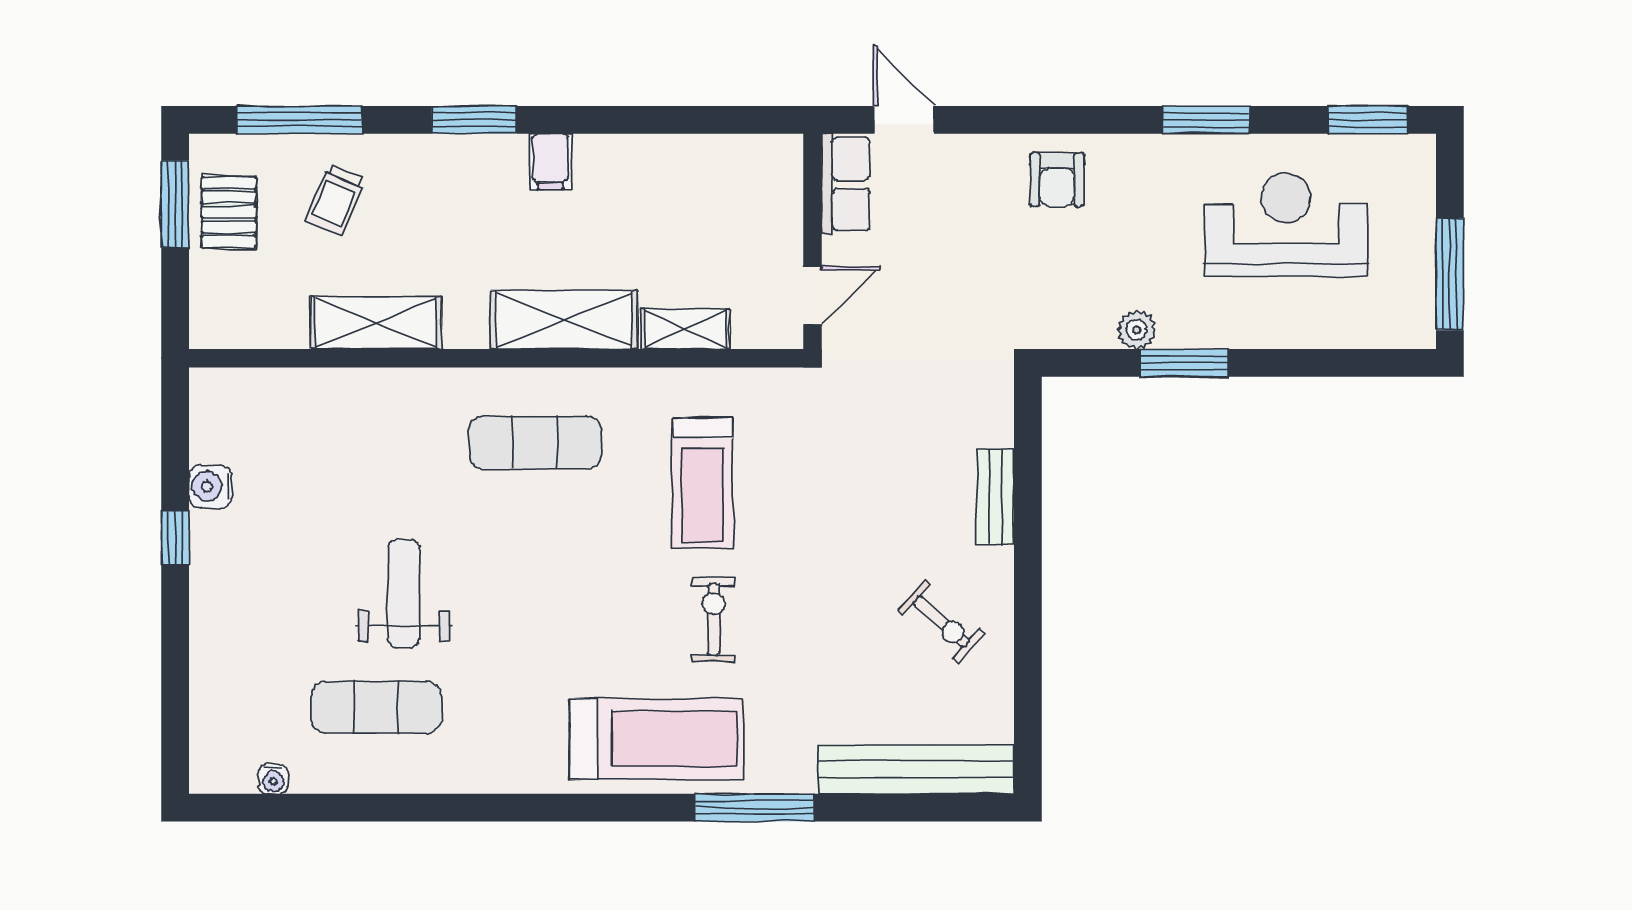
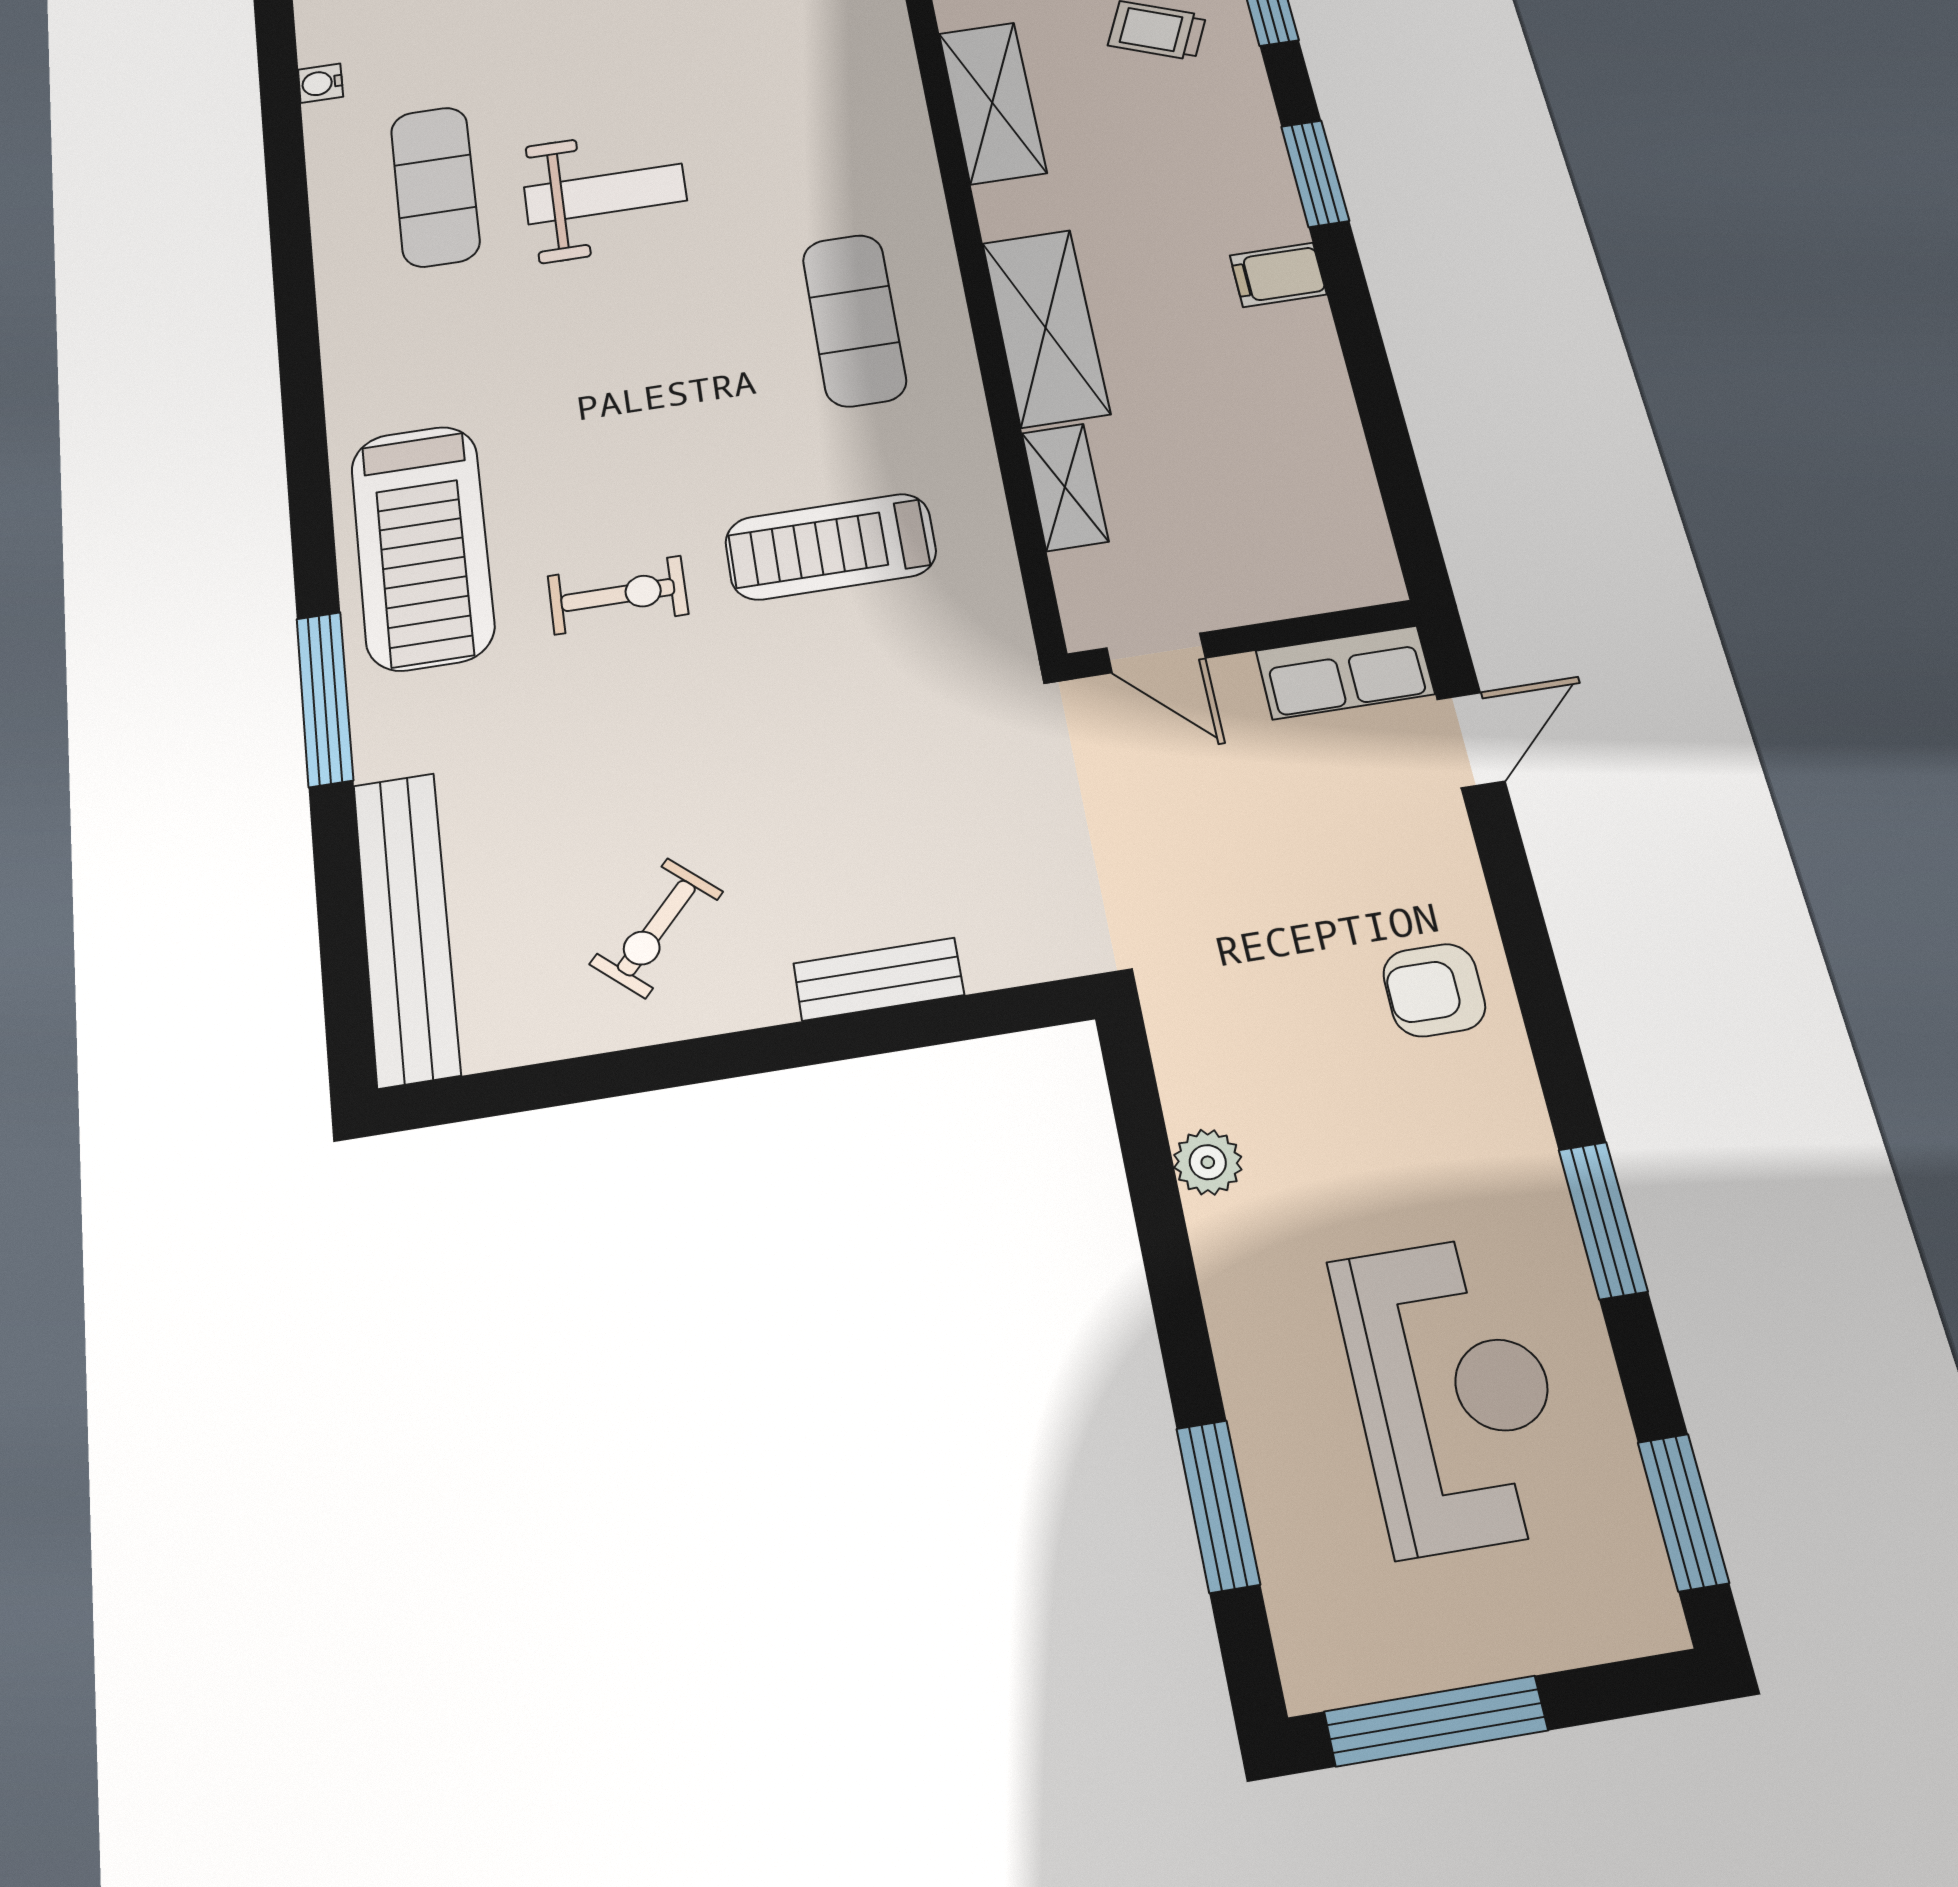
window: (1184, 363) -> (1218, 1506), moved

